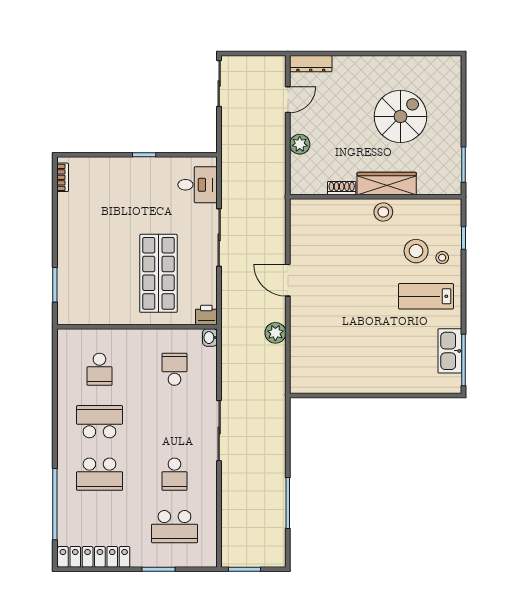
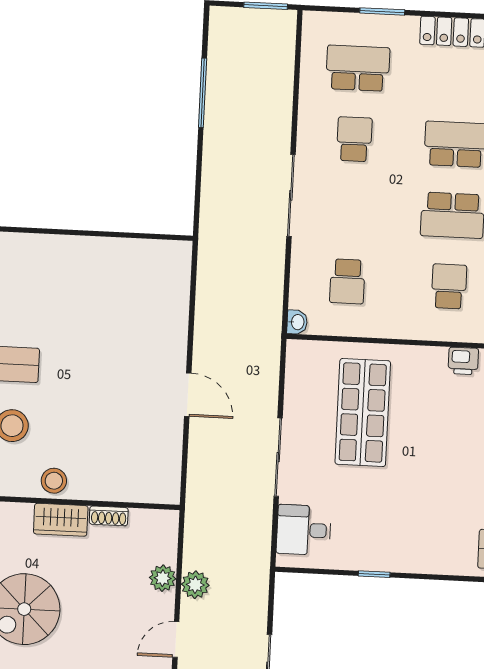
wardrobe: (387, 184) -> (61, 520), width x0.67
printer: (206, 315) -> (463, 361), moved
plant: (275, 333) -> (195, 585), moved

